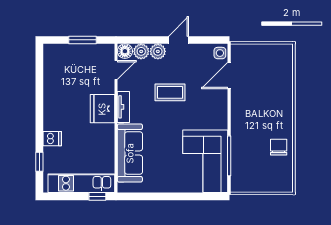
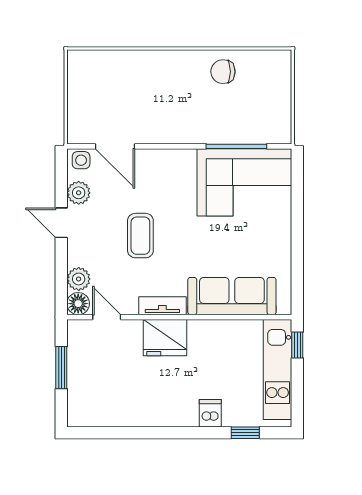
plant: (158, 51) -> (79, 193), moved

